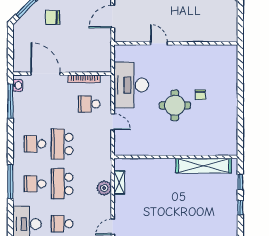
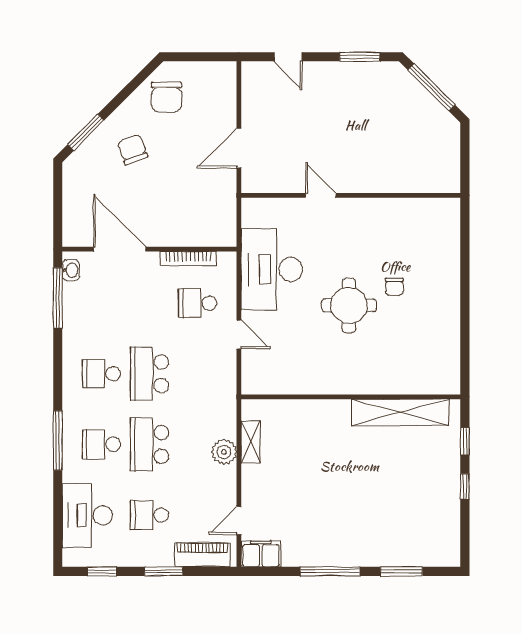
chair: (53, 17) -> (133, 150), turned 70

